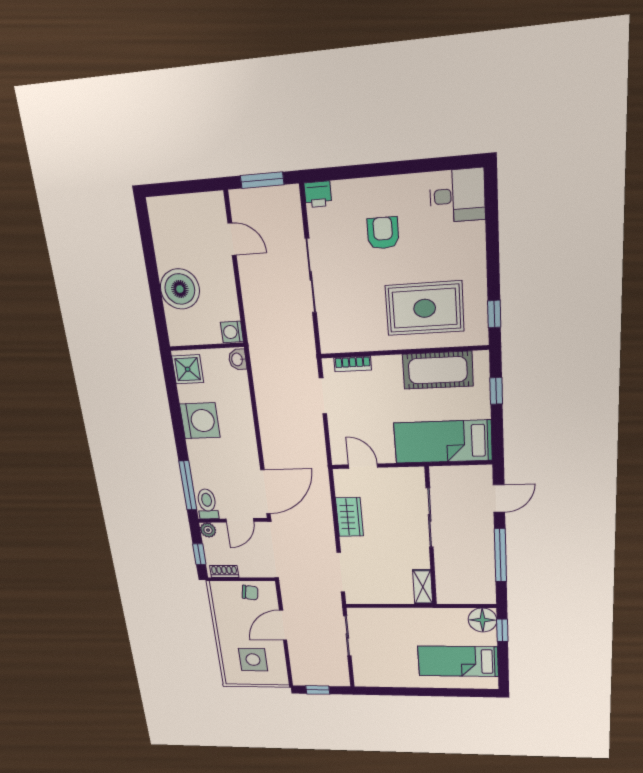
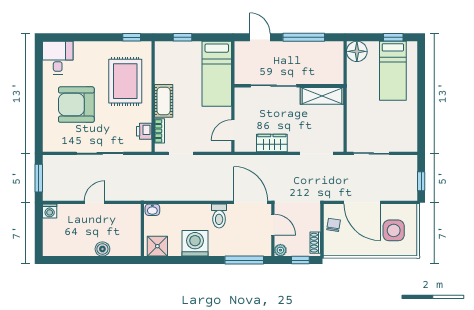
printer: (318, 194) -> (144, 131), moved, turned 180
armchair: (383, 233) -> (76, 105), width x1.88, depth x1.88
door: (232, 239) -> (94, 202), moved
boiler: (180, 289) -> (102, 249), width x0.54, depth x0.54
washing machine: (232, 332) -> (50, 211), moved
cot: (438, 370) -> (164, 101), moved, width x0.73, depth x0.75
toilet: (207, 504) -> (219, 216), moved, turned -90
shelving: (423, 587) -> (322, 96), width x1.50, depth x1.33
door: (283, 625) -> (362, 202), width x1.36
window: (502, 630) -> (393, 37), moved

